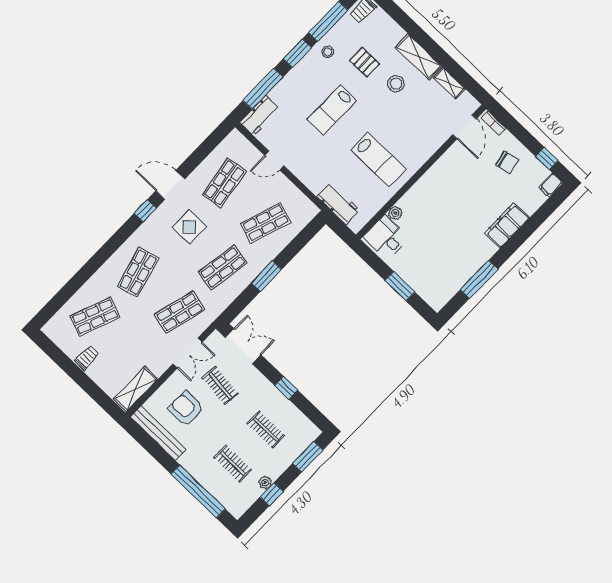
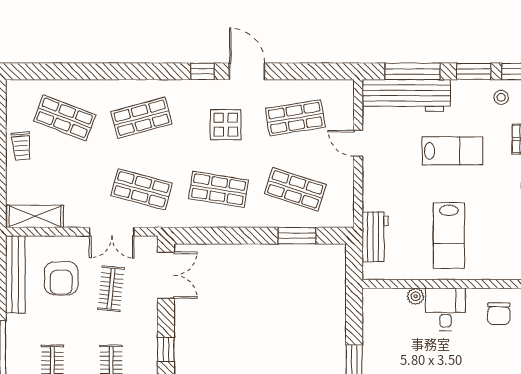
lab bench: (332, 110) -> (452, 151), turned 180
workbench: (260, 116) -> (406, 95), width x1.88, depth x1.32
chair: (452, 174) -> (499, 314), added
desk: (386, 238) -> (445, 309), moved
window: (266, 276) -> (297, 236), moved
trolley: (87, 358) -> (21, 146), turned 85
armchair: (186, 409) -> (61, 278), turned 180

